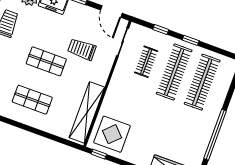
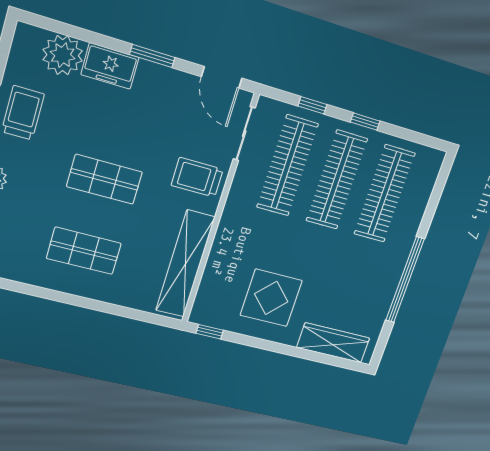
trolley: (82, 49) -> (197, 177), moved
clothes rail: (146, 62) -> (287, 166), width x1.86, depth x1.31
display table: (112, 134) -> (271, 298), moved

